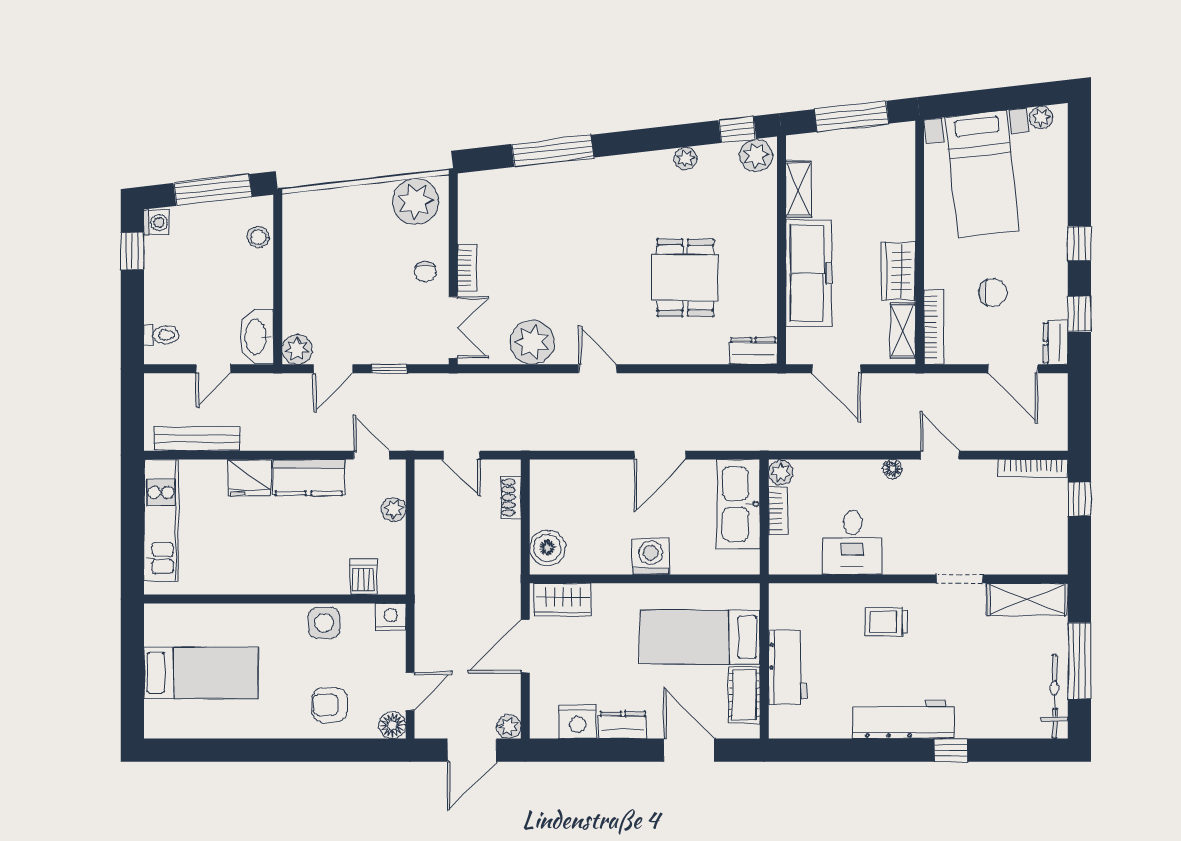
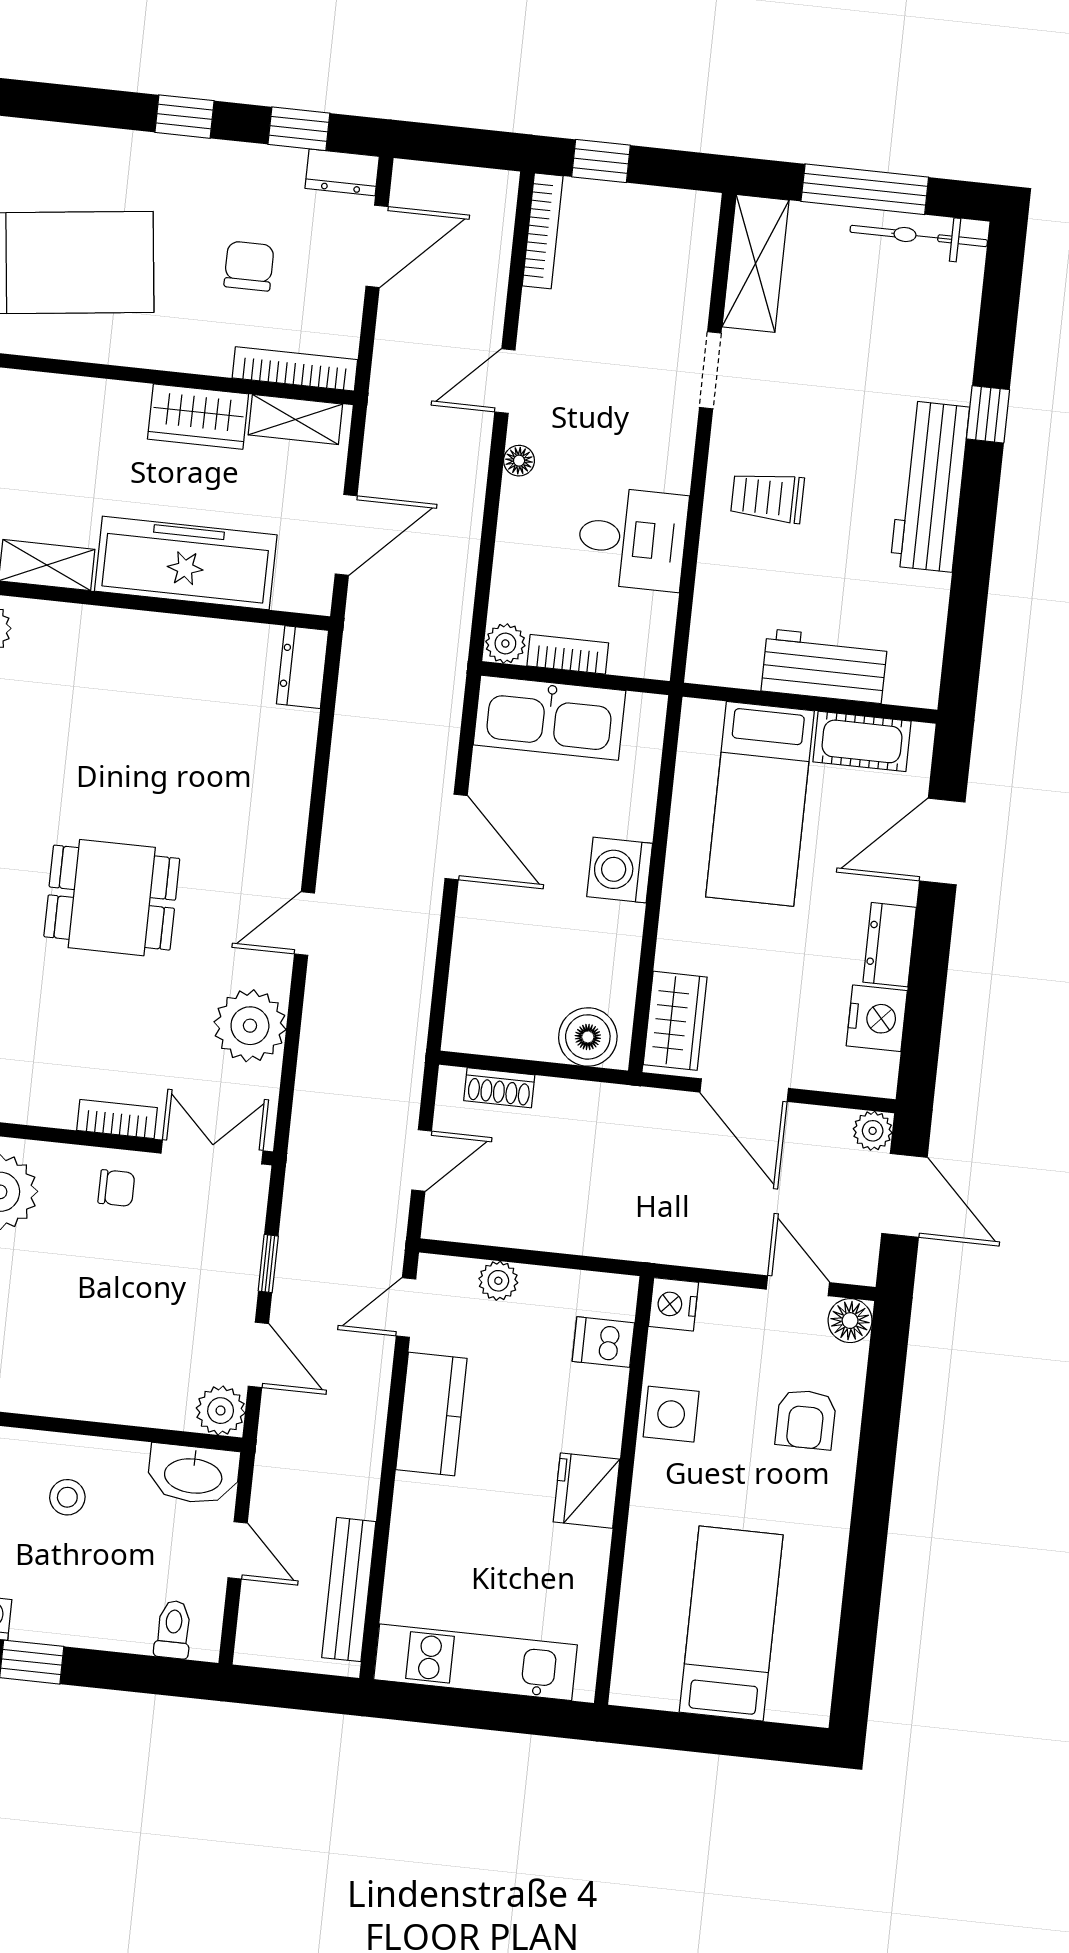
stool: (258, 237) -> (67, 1497), moved
dining table: (685, 278) -> (112, 898), moved
fridge: (249, 478) -> (586, 1491), moved, turned 180
trolley: (886, 622) -> (767, 497), turned 90

